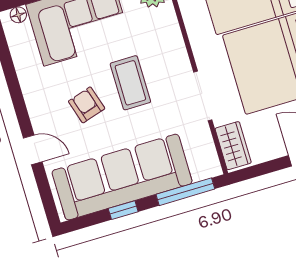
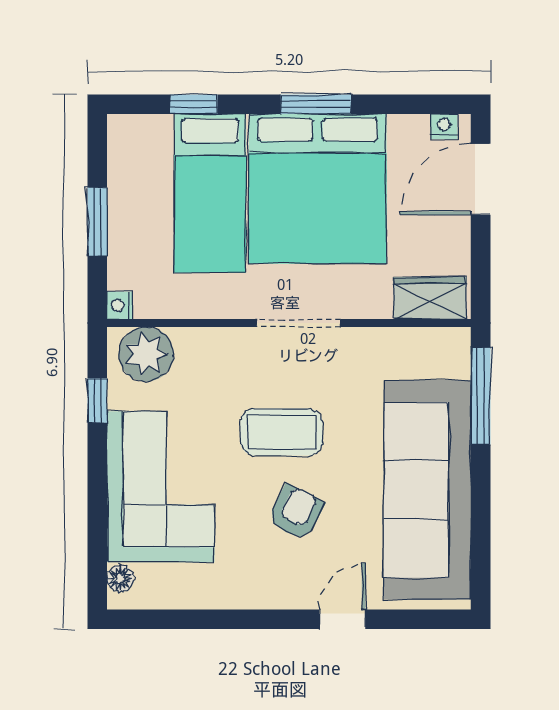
doorway: (203, 96) -> (298, 323), moved
armchair: (87, 105) -> (296, 512), turned 134
window: (123, 210) -> (481, 504), removed

